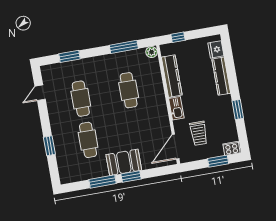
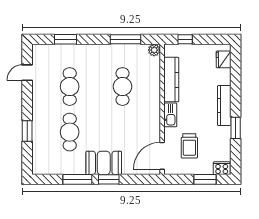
kitchen counter: (221, 76) -> (224, 106), moved

